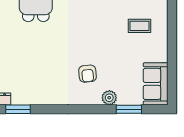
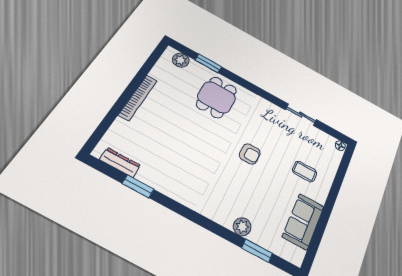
armchair: (88, 74) -> (250, 154), moved, turned -85
sofa: (156, 84) -> (303, 221), moved

